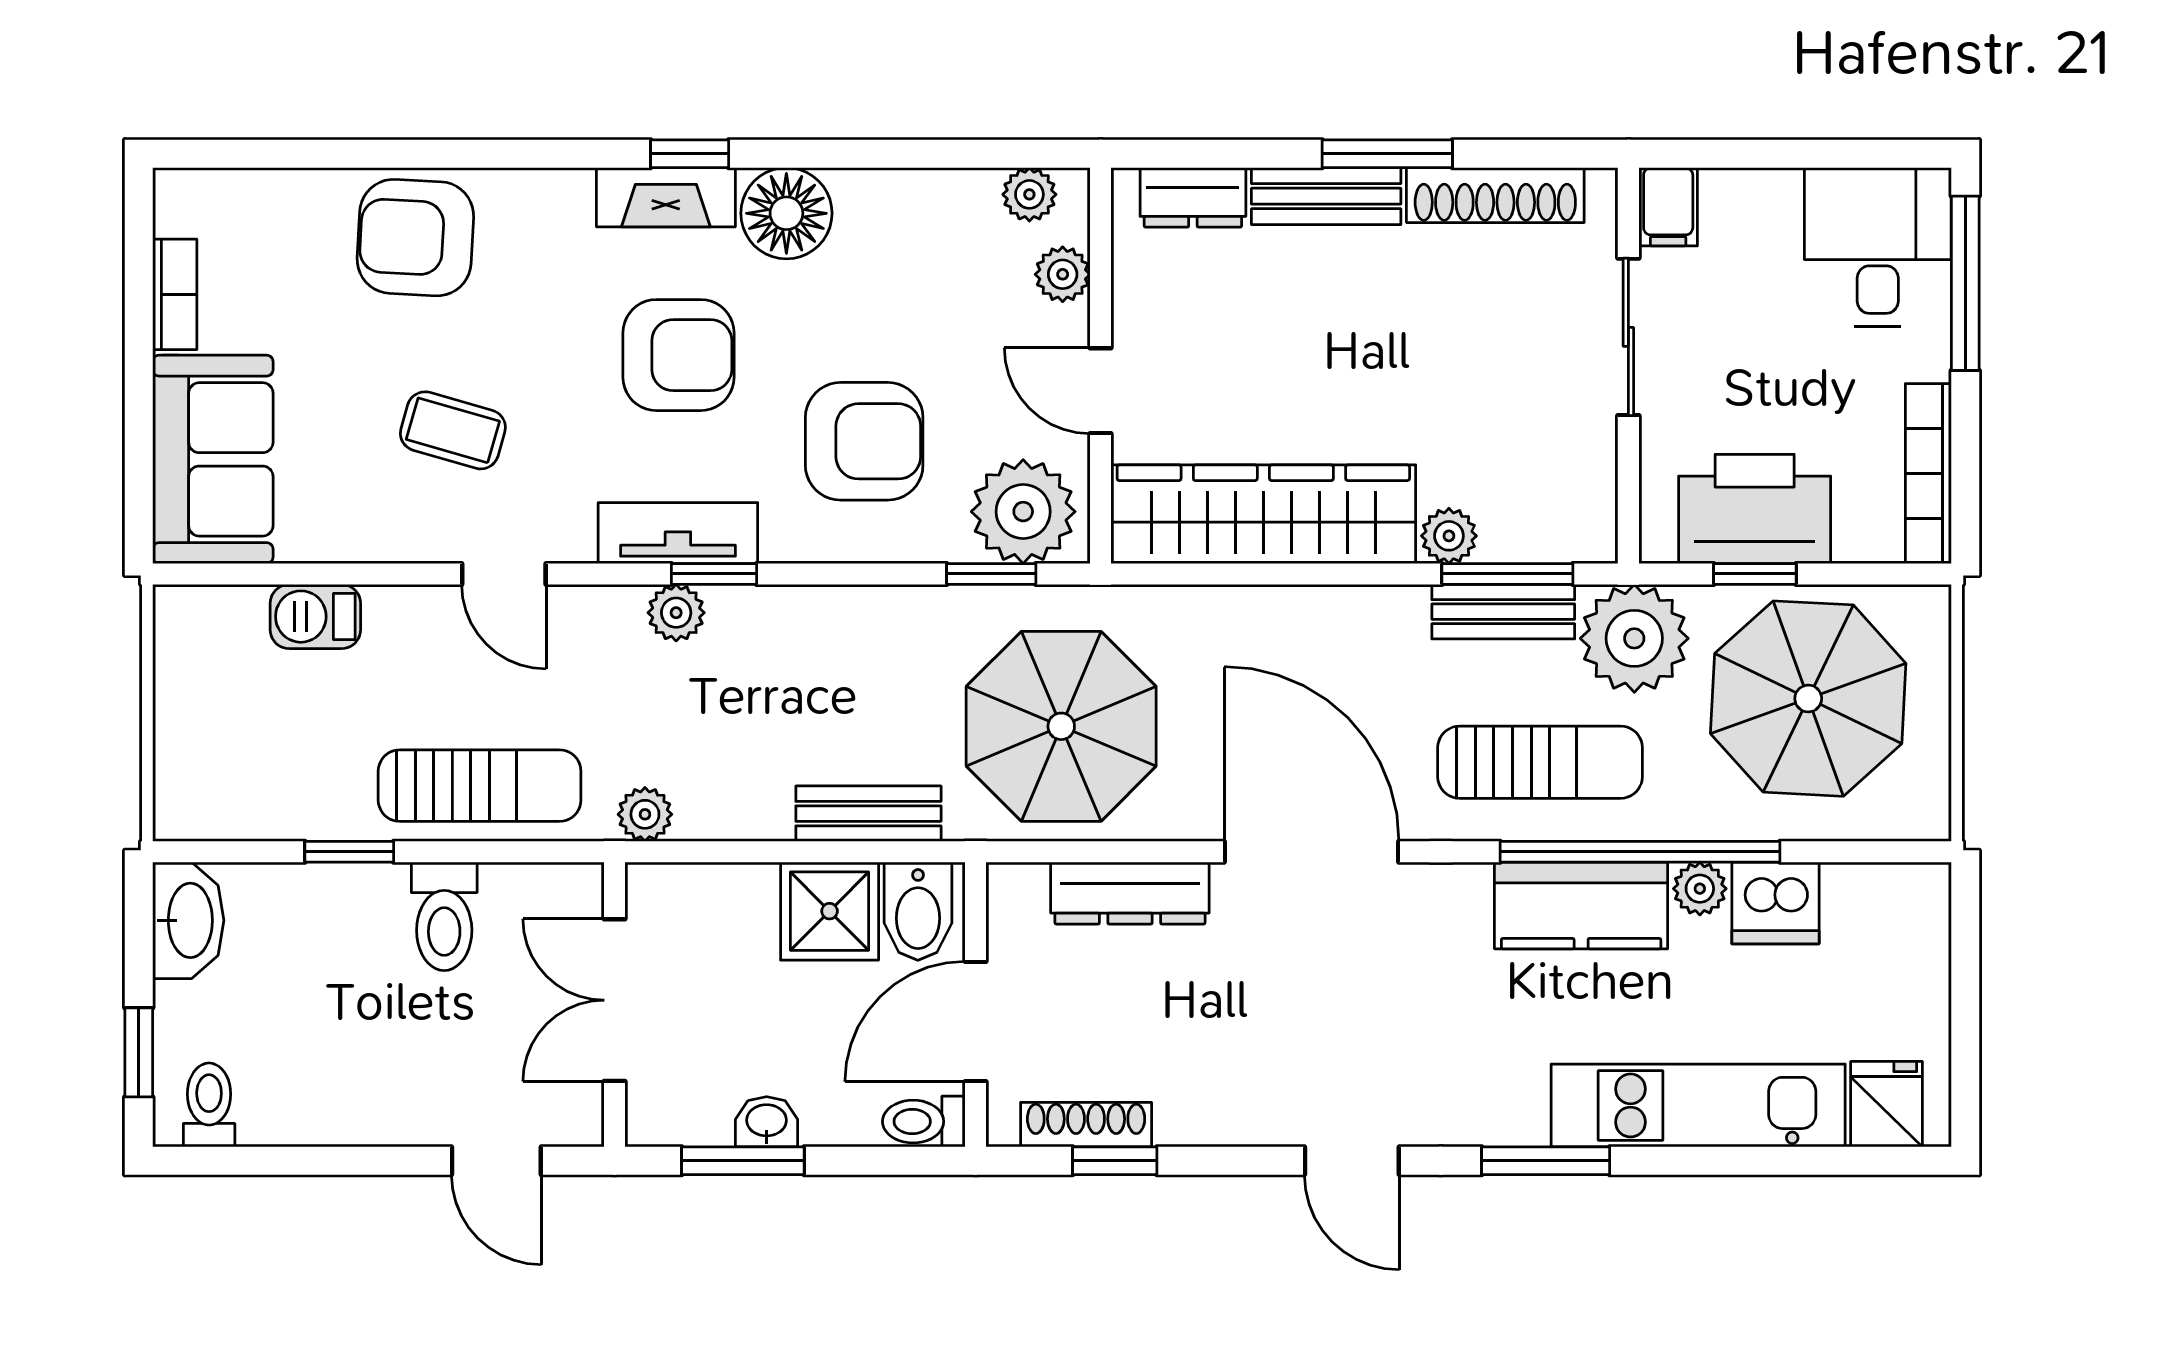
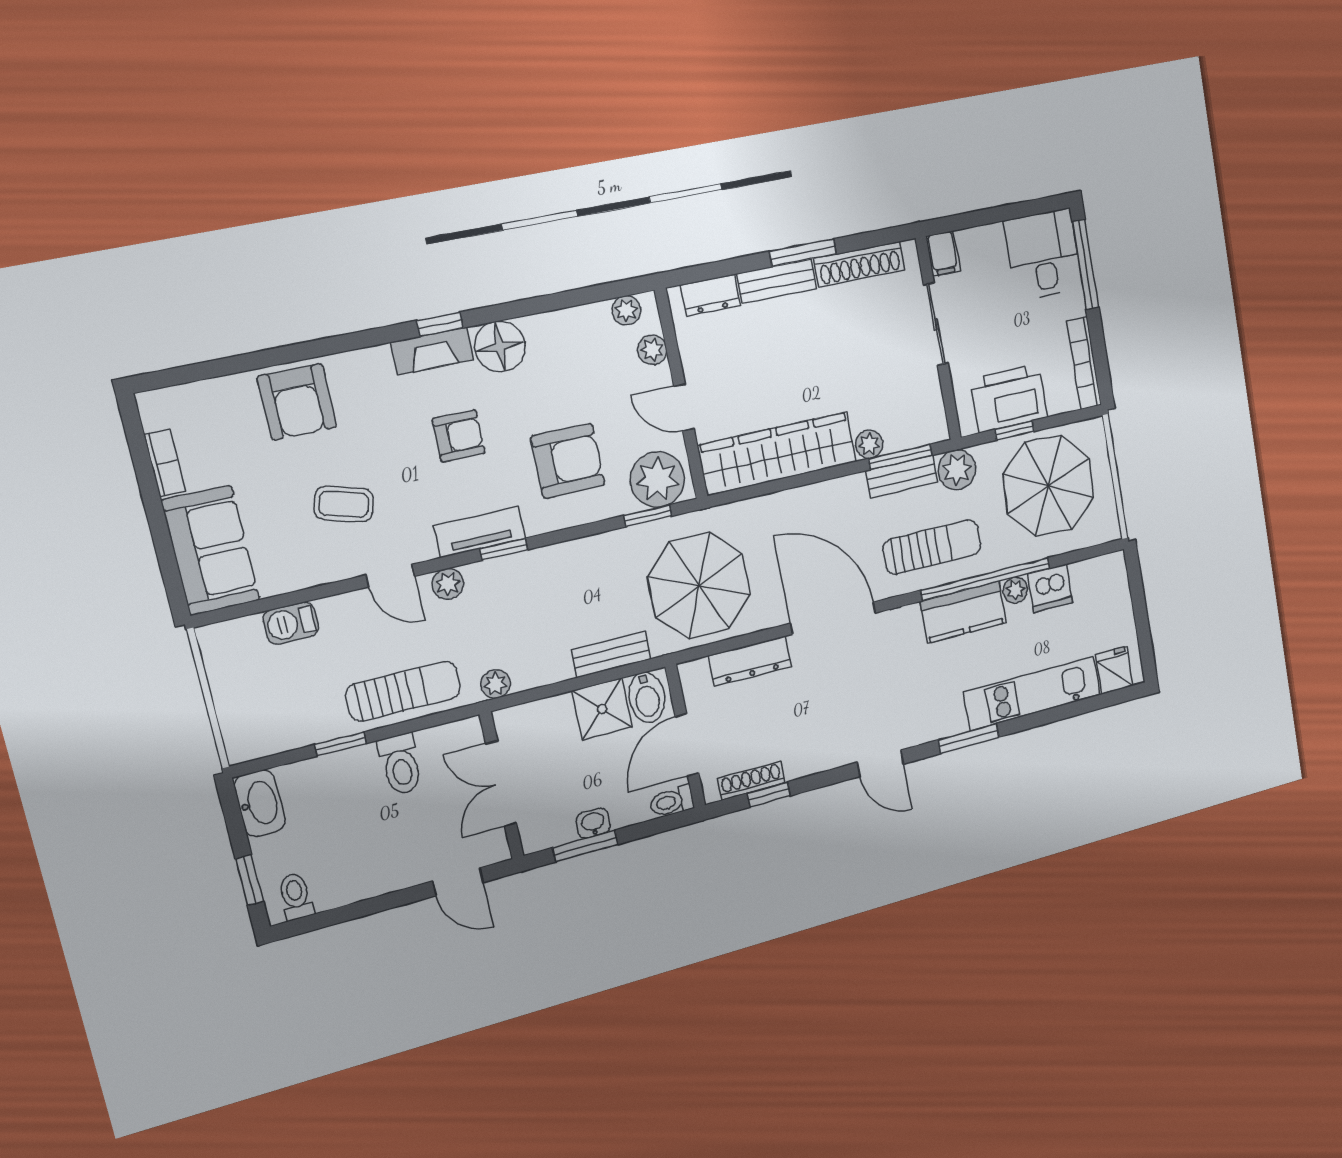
armchair: (415, 238) -> (297, 402), turned -93
armchair: (679, 355) -> (459, 436), width x0.72, depth x0.72
plant: (676, 613) -> (448, 584), moved
plant: (1634, 638) -> (957, 470), width x0.73, depth x0.73

